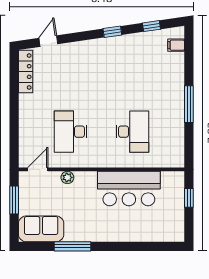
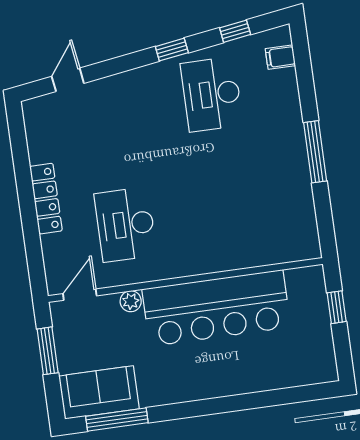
locker: (26, 72) -> (46, 199), moved
desk: (132, 132) -> (212, 94), moved, turned 180
bar counter: (129, 189) -> (216, 308), width x1.36
window: (72, 246) -> (117, 419), moved

